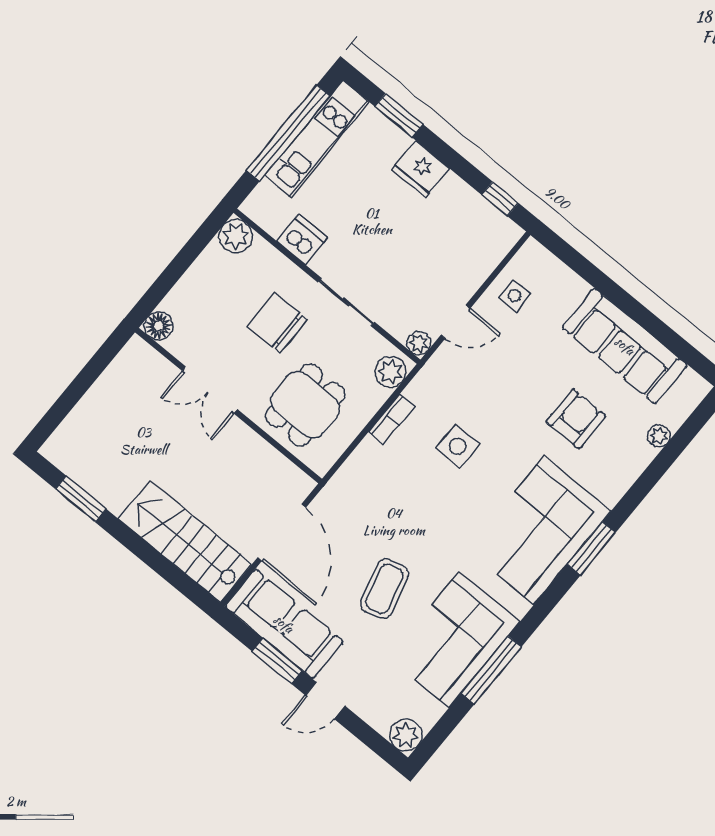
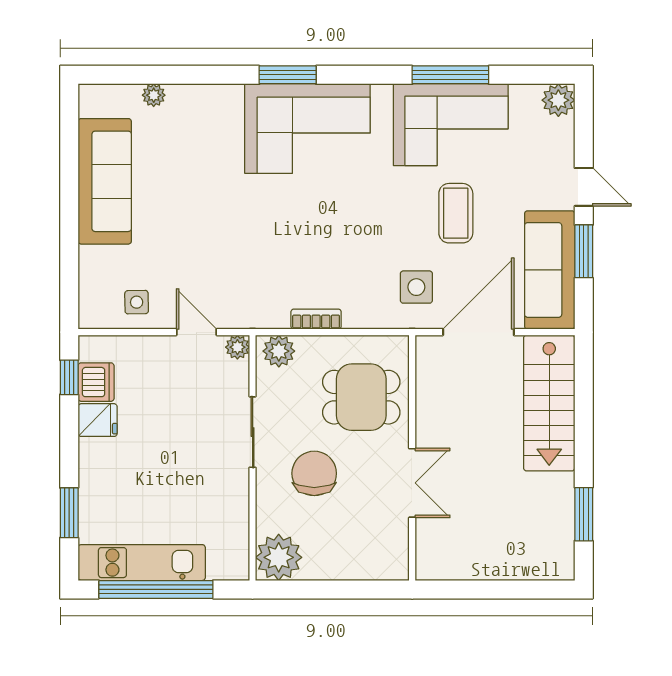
fridge: (421, 169) -> (98, 420), moved, width x0.72
plant: (236, 236) -> (279, 557), width x1.36, depth x1.36
dishwasher: (302, 239) -> (96, 382), moved, turned 180
chair: (277, 323) -> (314, 473), turned 180
floor lamp: (159, 326) -> (395, 566), removed
armchair: (576, 419) -> (195, 172), removed
side table: (458, 446) -> (416, 287), moved
coffee table: (385, 589) -> (456, 213), turned -75

